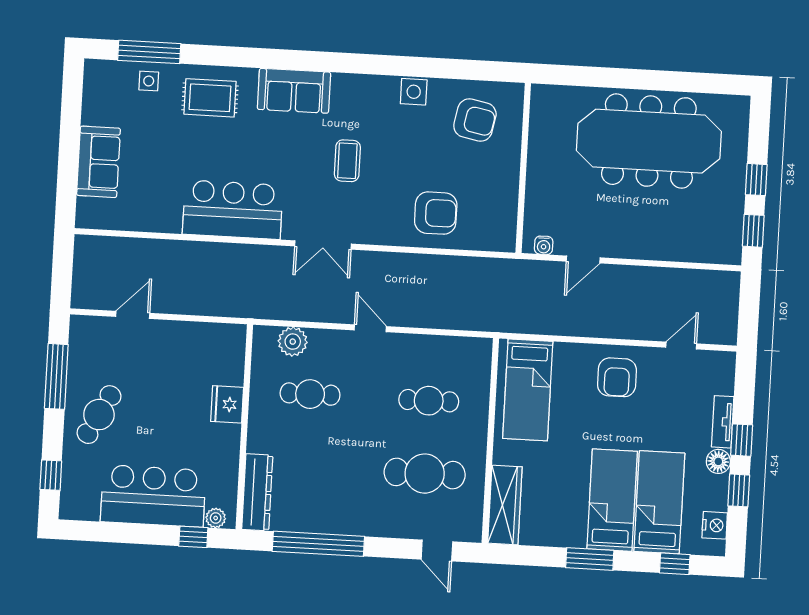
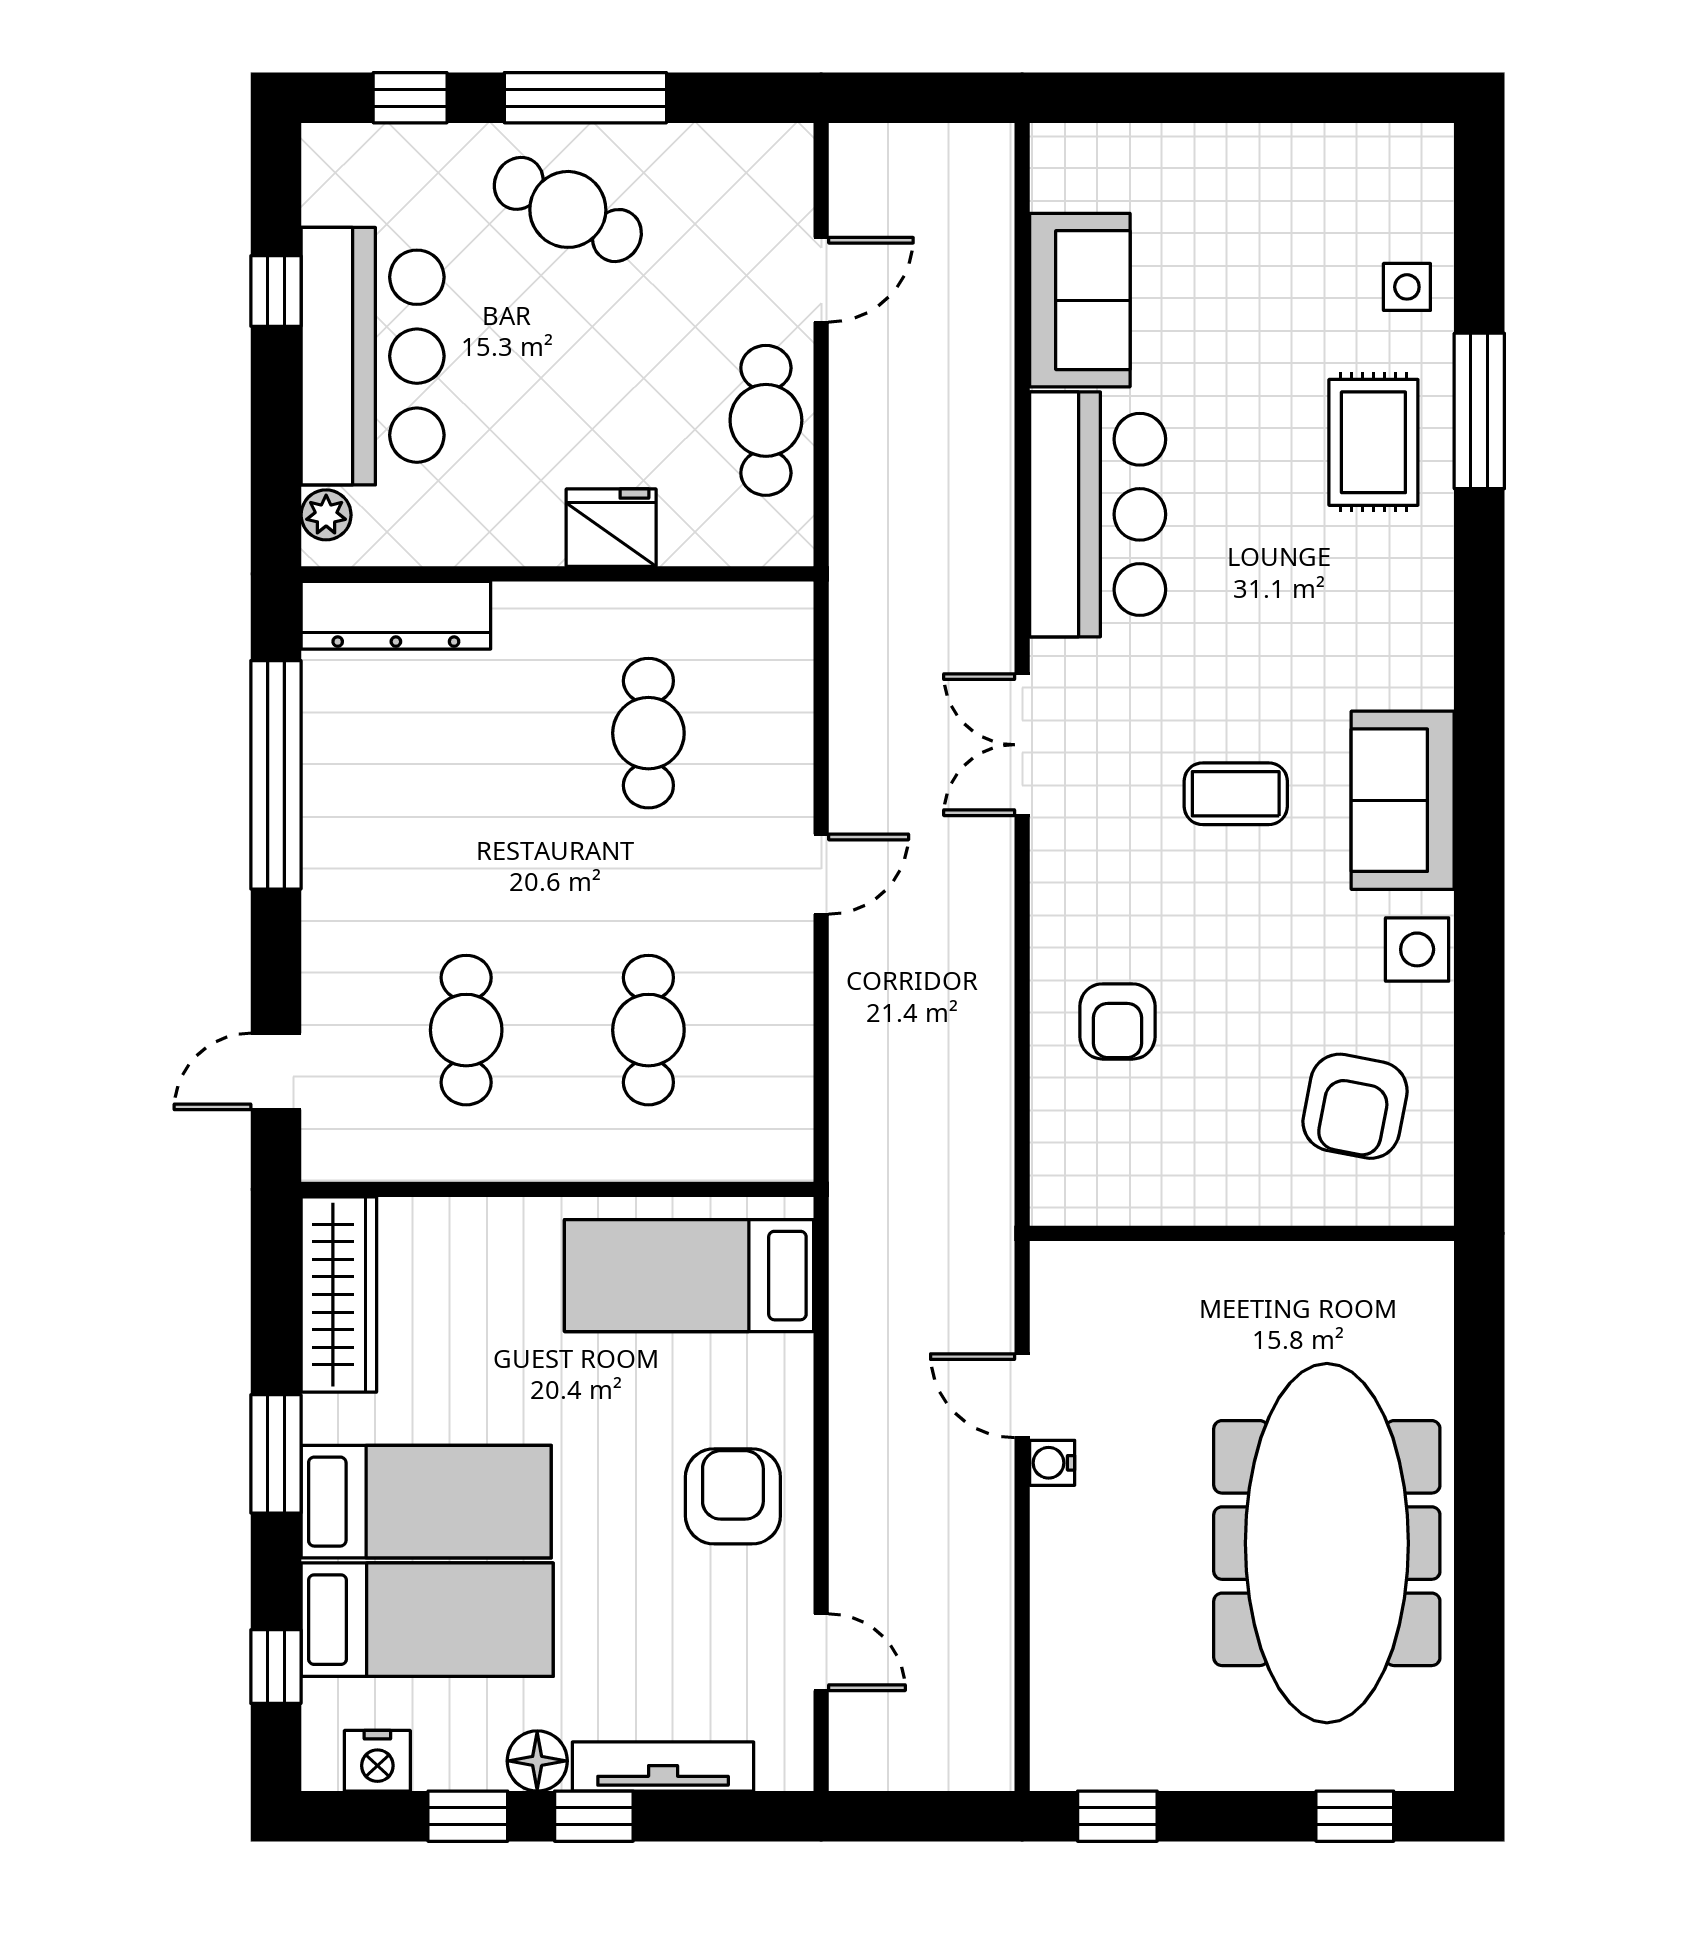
window: (149, 52) -> (1479, 411), moved
sofa: (294, 91) -> (1403, 800), moved
sofa: (99, 162) -> (1080, 300), moved, turned -90
window: (756, 180) -> (1355, 1816), moved
armchair: (436, 213) -> (1117, 1021), width x0.72, depth x0.72
water cooler: (544, 245) -> (1052, 1463), moved
door: (133, 315) -> (821, 280), hinge flipped
cafe table: (188, 340) -> (766, 420), added
plant: (293, 342) -> (777, 682), removed
window: (56, 376) -> (585, 98), moved
armchair: (617, 377) -> (733, 1496), turned 90
tv unit: (723, 422) -> (663, 1767), width x1.41
cafe table: (425, 474) -> (466, 1030), width x0.73, depth x0.74
wardrobe: (505, 505) -> (339, 1295), moved, turned -90
window: (193, 537) -> (276, 291), moved

